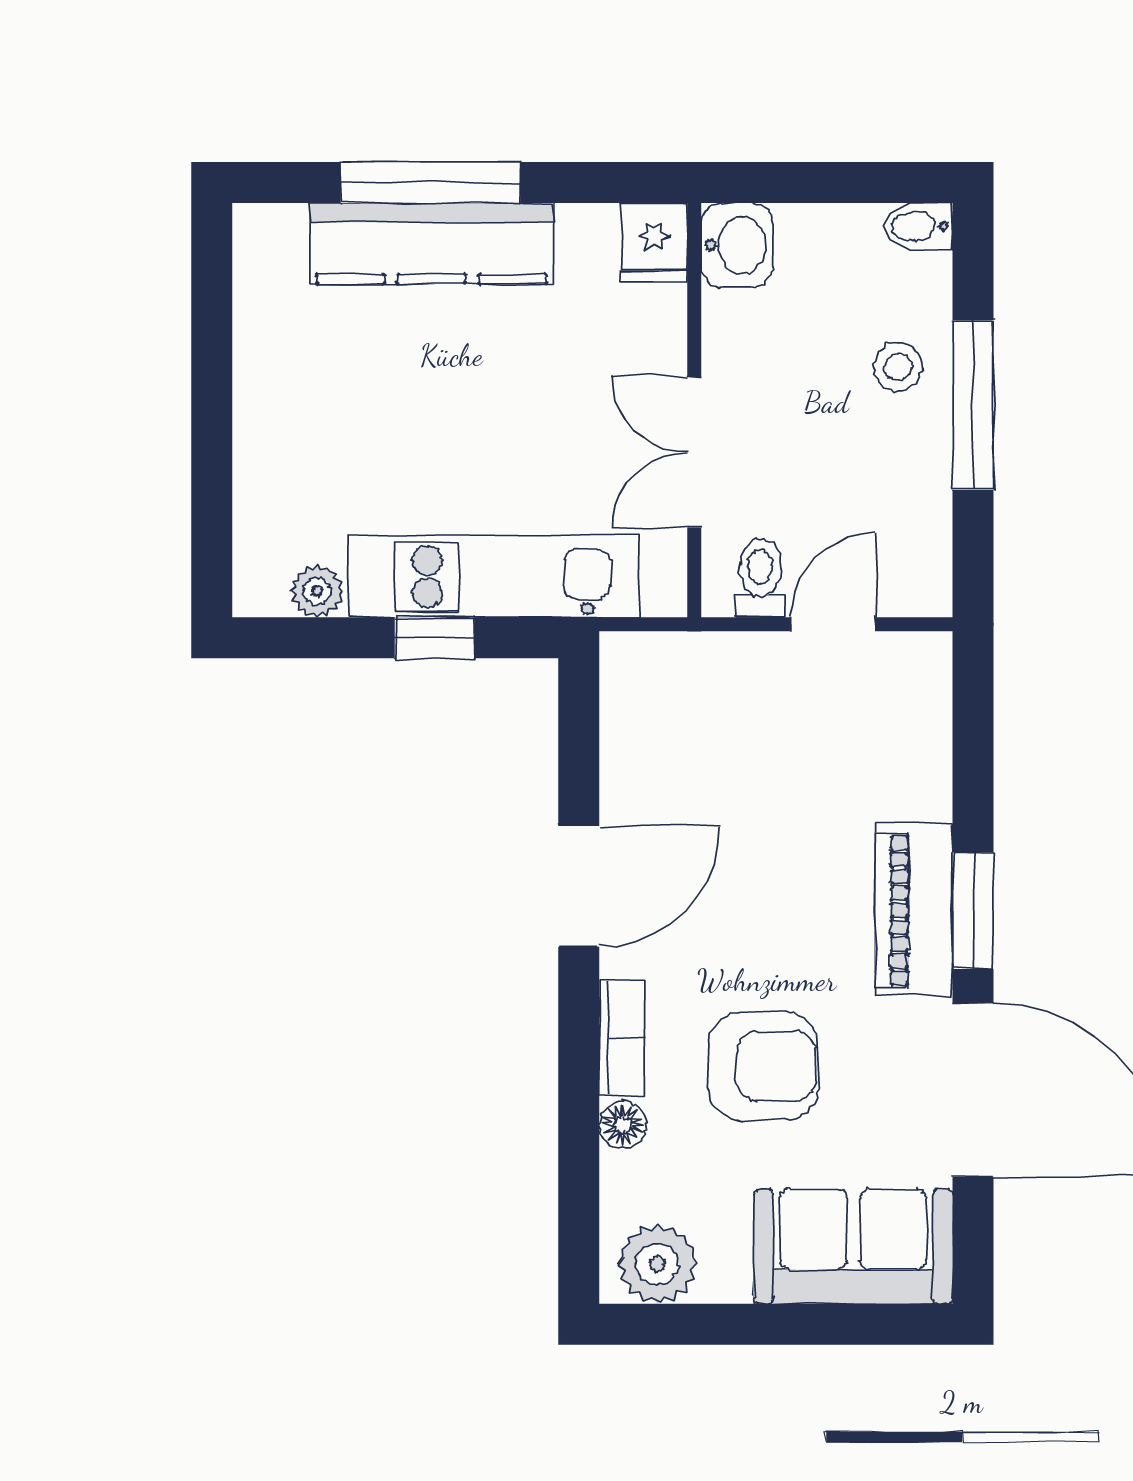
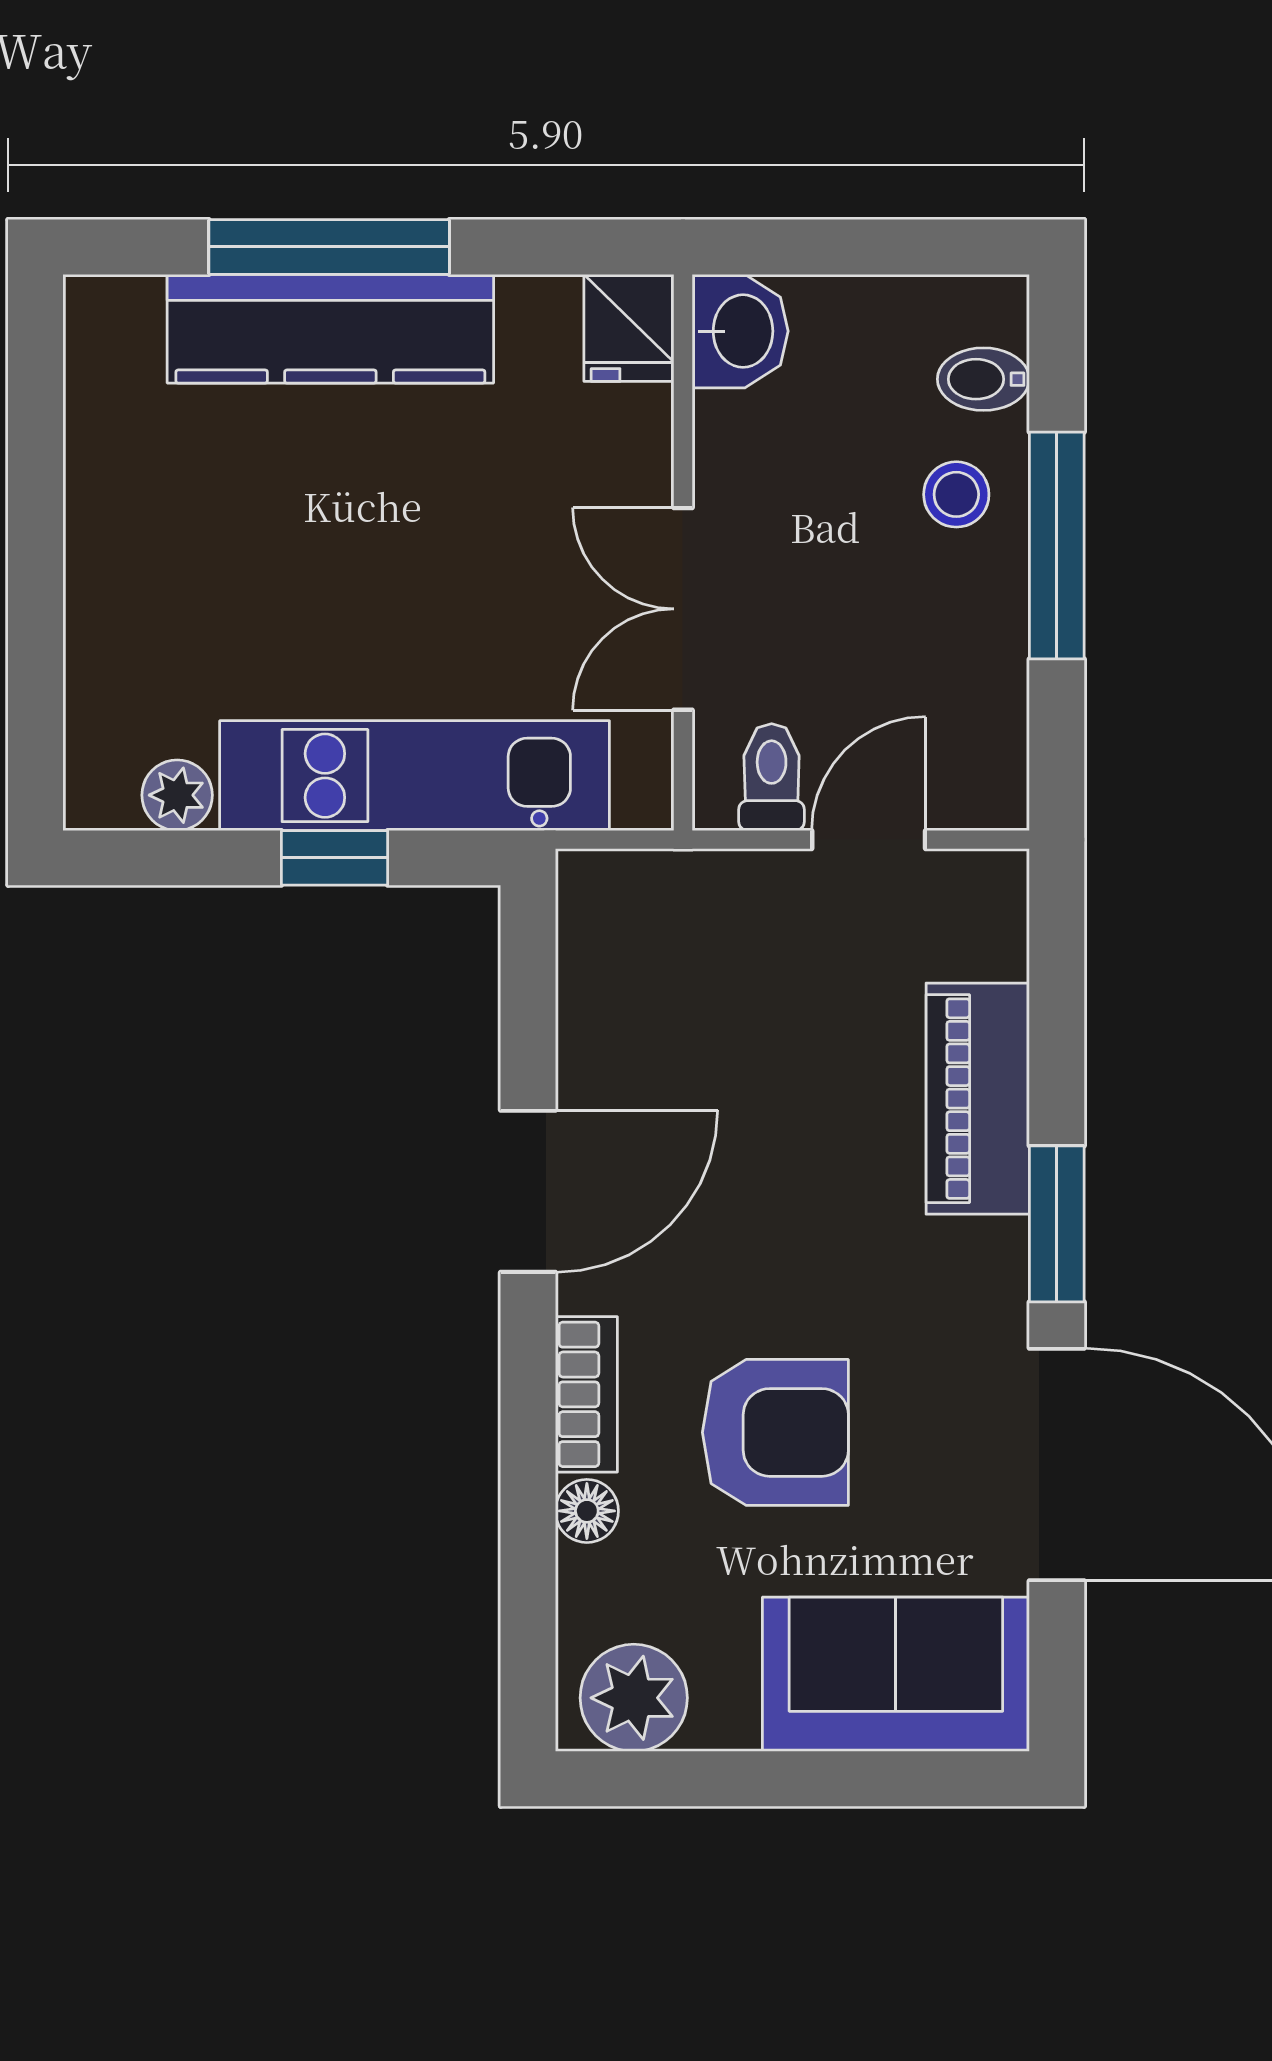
bidet: (918, 226) -> (983, 379), moved
piano: (914, 910) -> (978, 1099), moved

